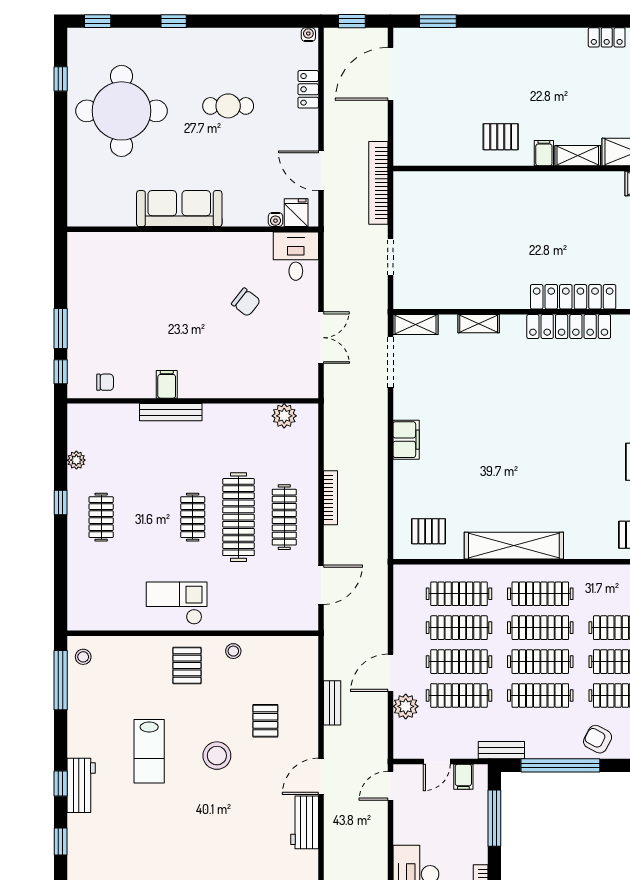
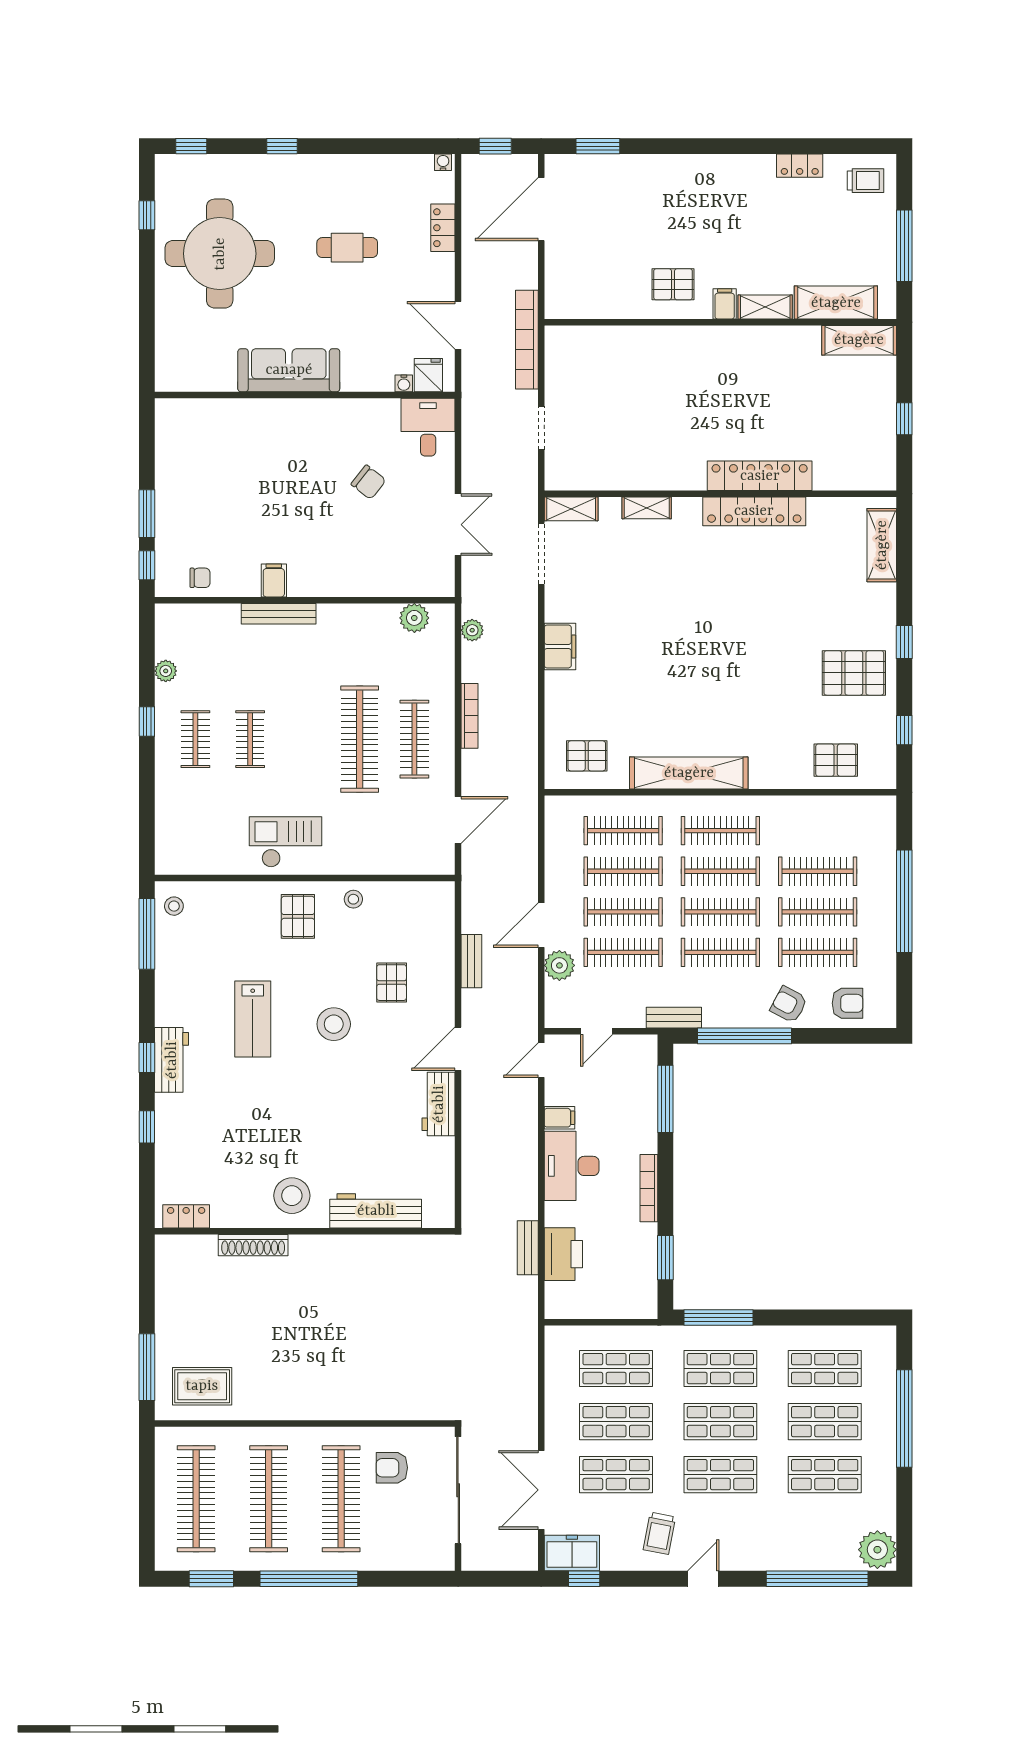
plant: (333, 426) -> (472, 630), added
clothes rail: (193, 517) -> (250, 739), moved
filing cabinet: (463, 777) -> (559, 1118), moved, turned -90

